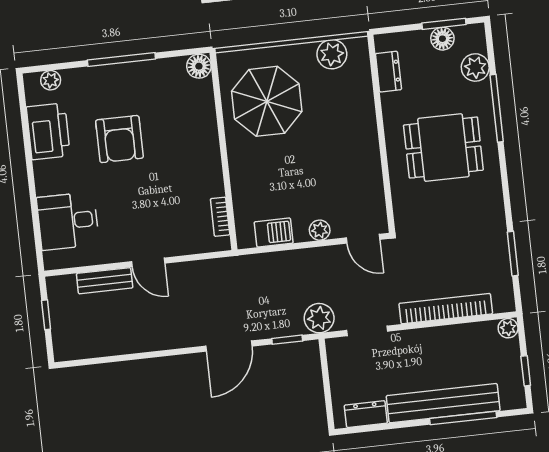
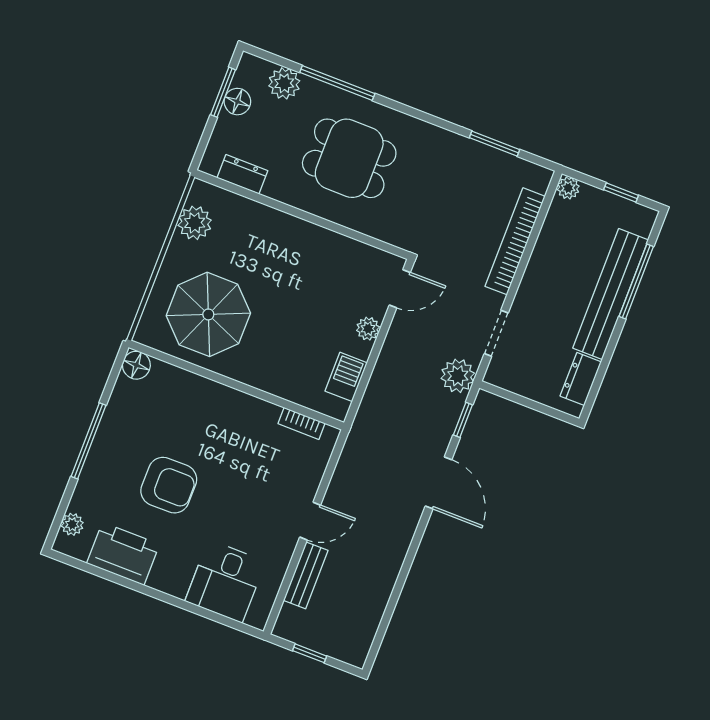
dining table: (443, 148) -> (349, 158), turned 90

